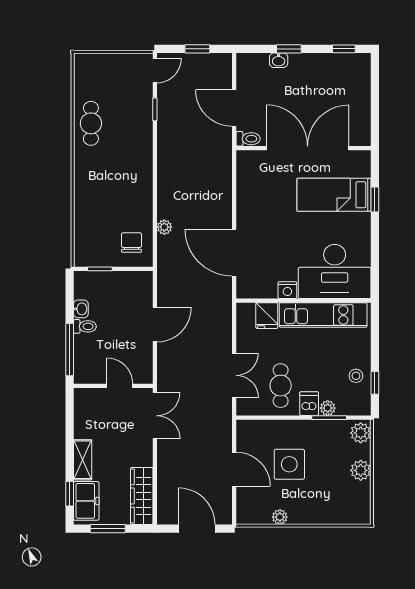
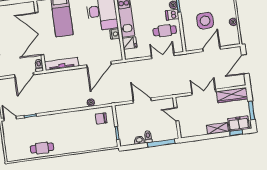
tv unit: (245, 182) -> (62, 64), added
door: (120, 386) -> (176, 114), hinge flipped
double door: (155, 416) -> (204, 92), moved

